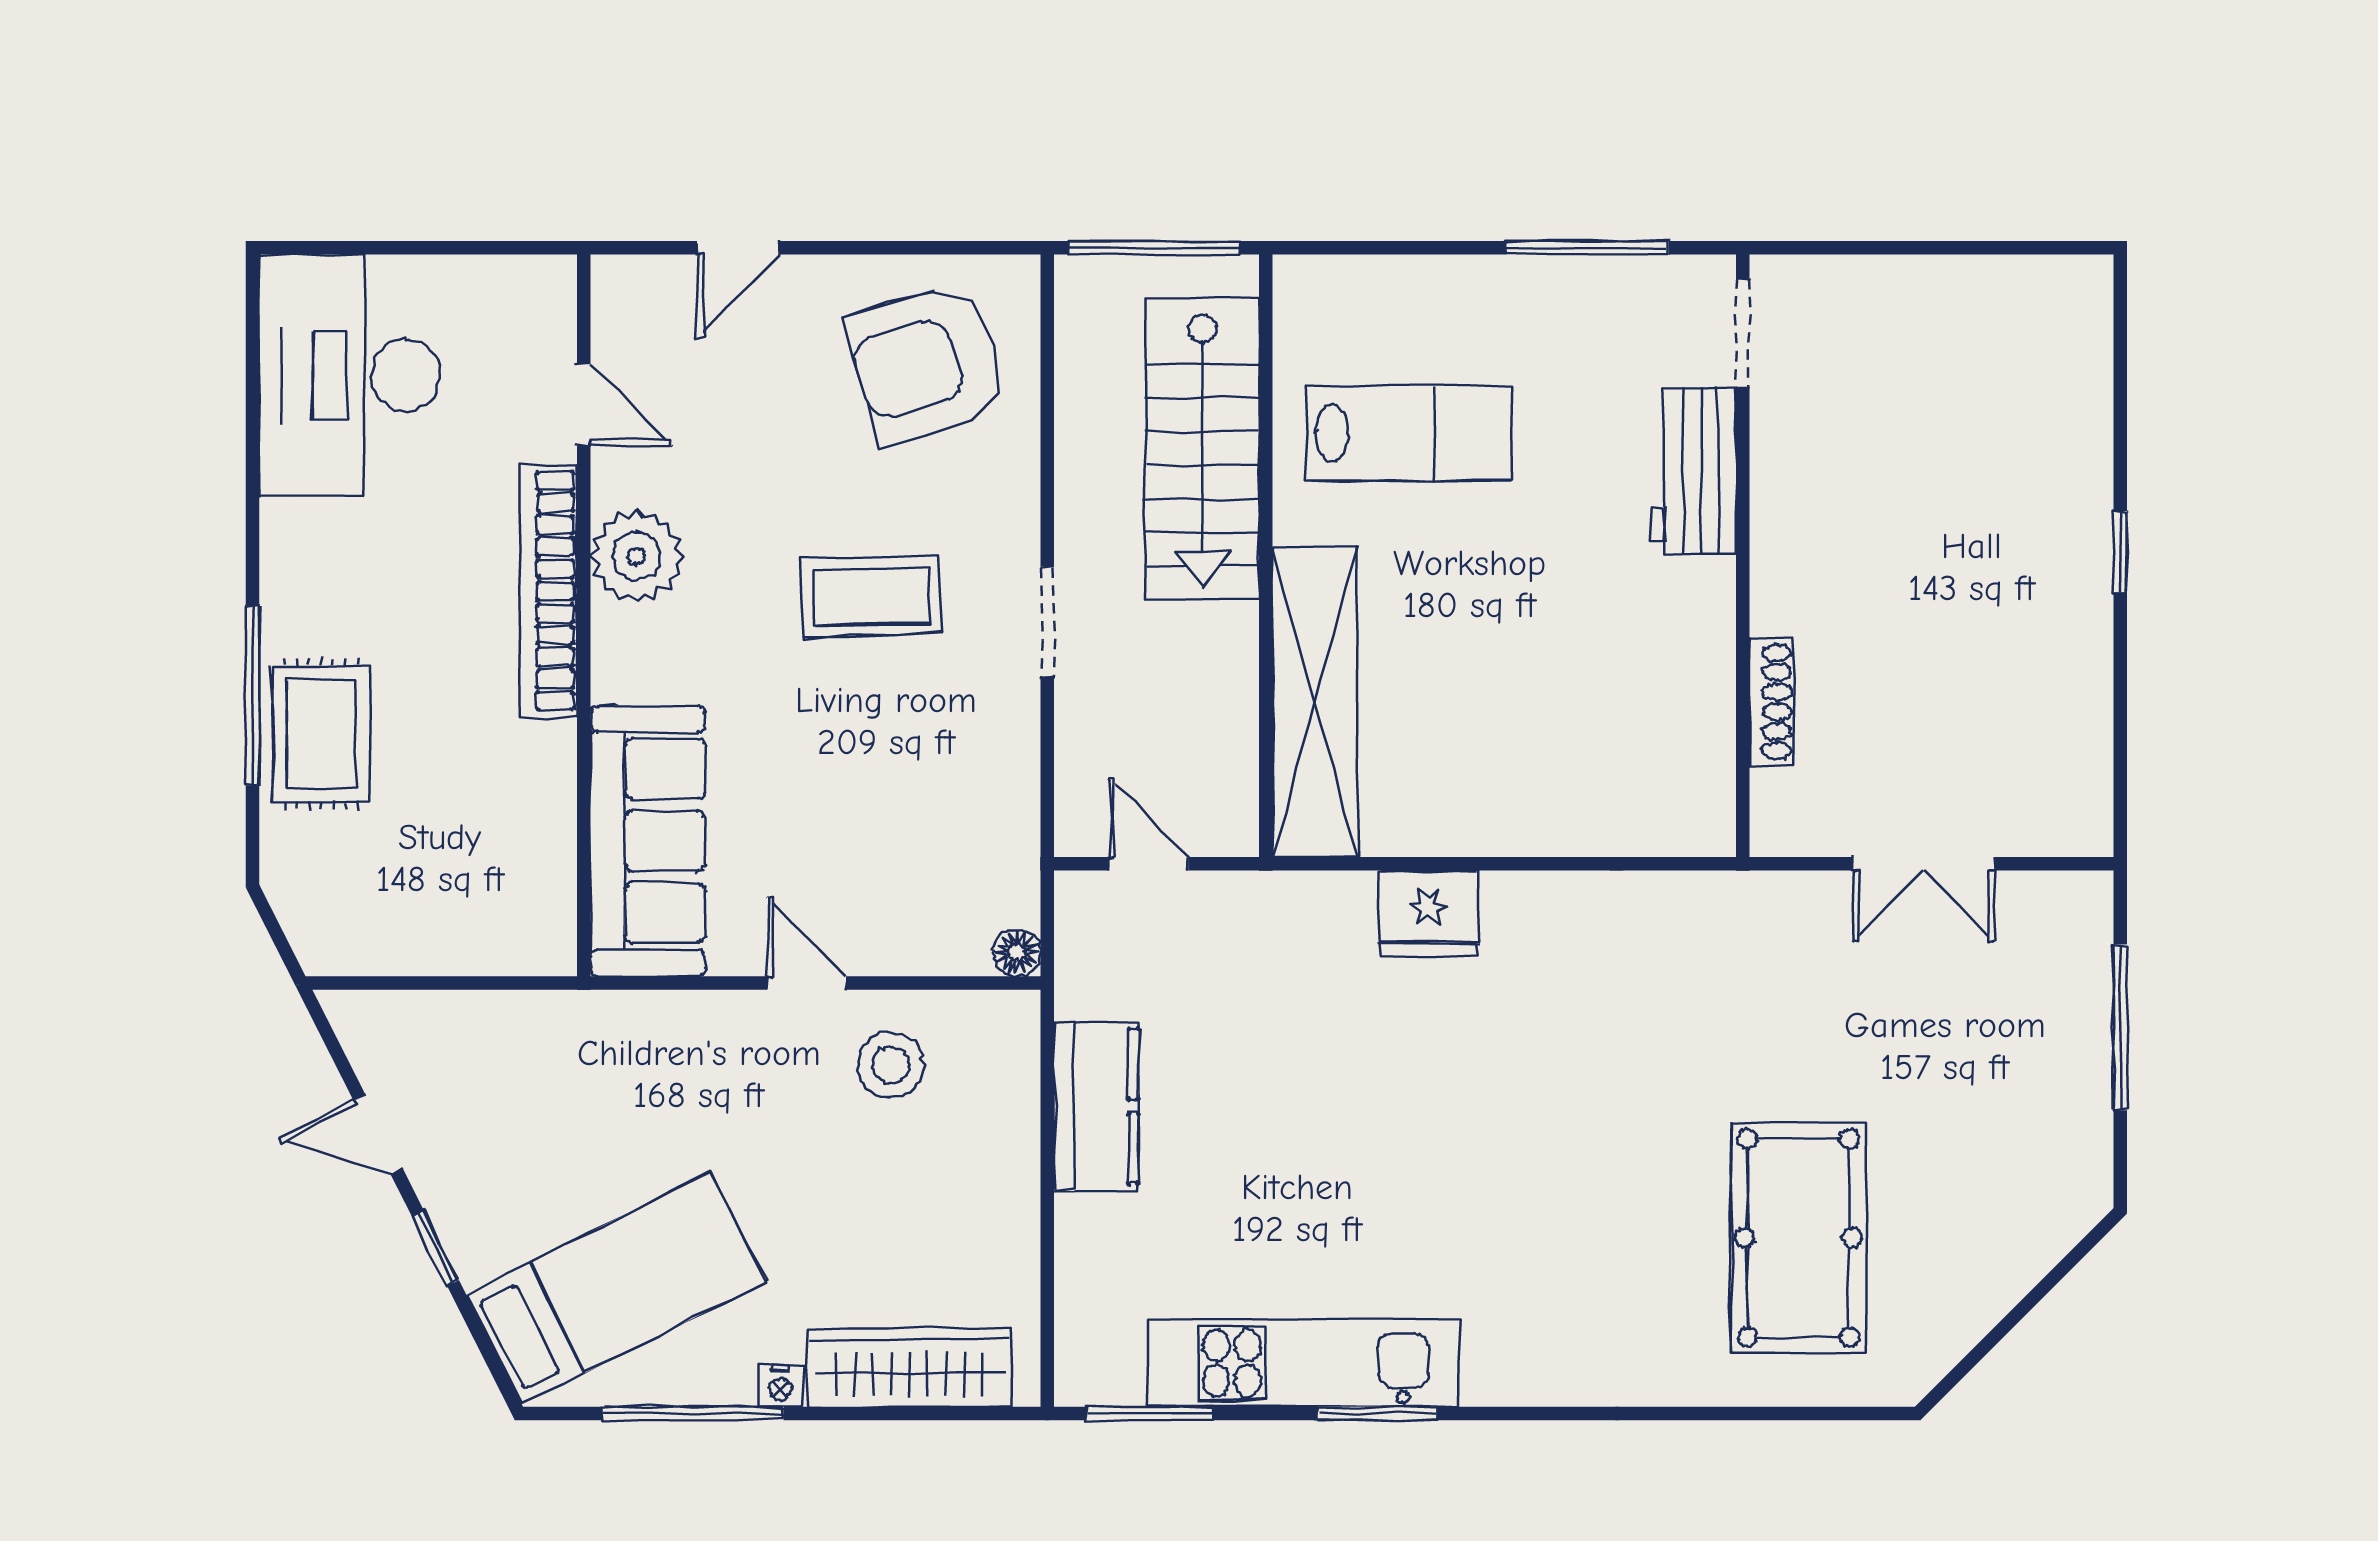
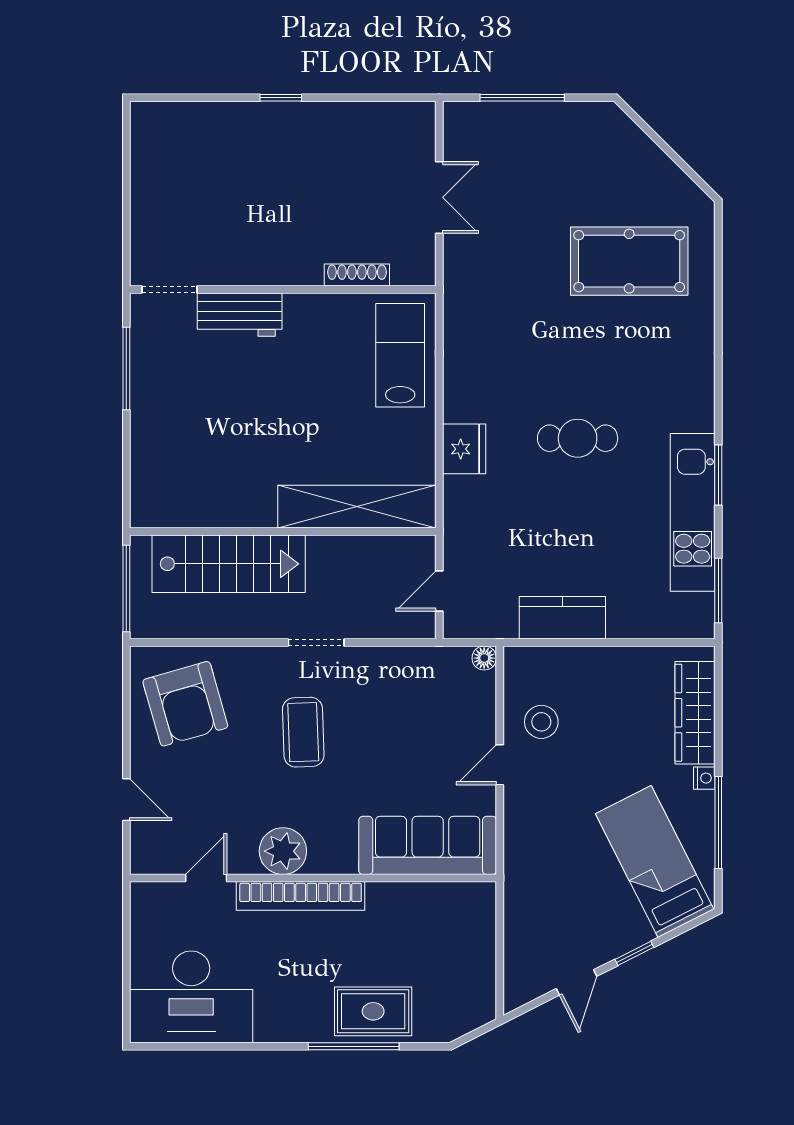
lab bench: (1409, 433) -> (400, 355), moved
cafe table: (1450, 1136) -> (578, 438), added

